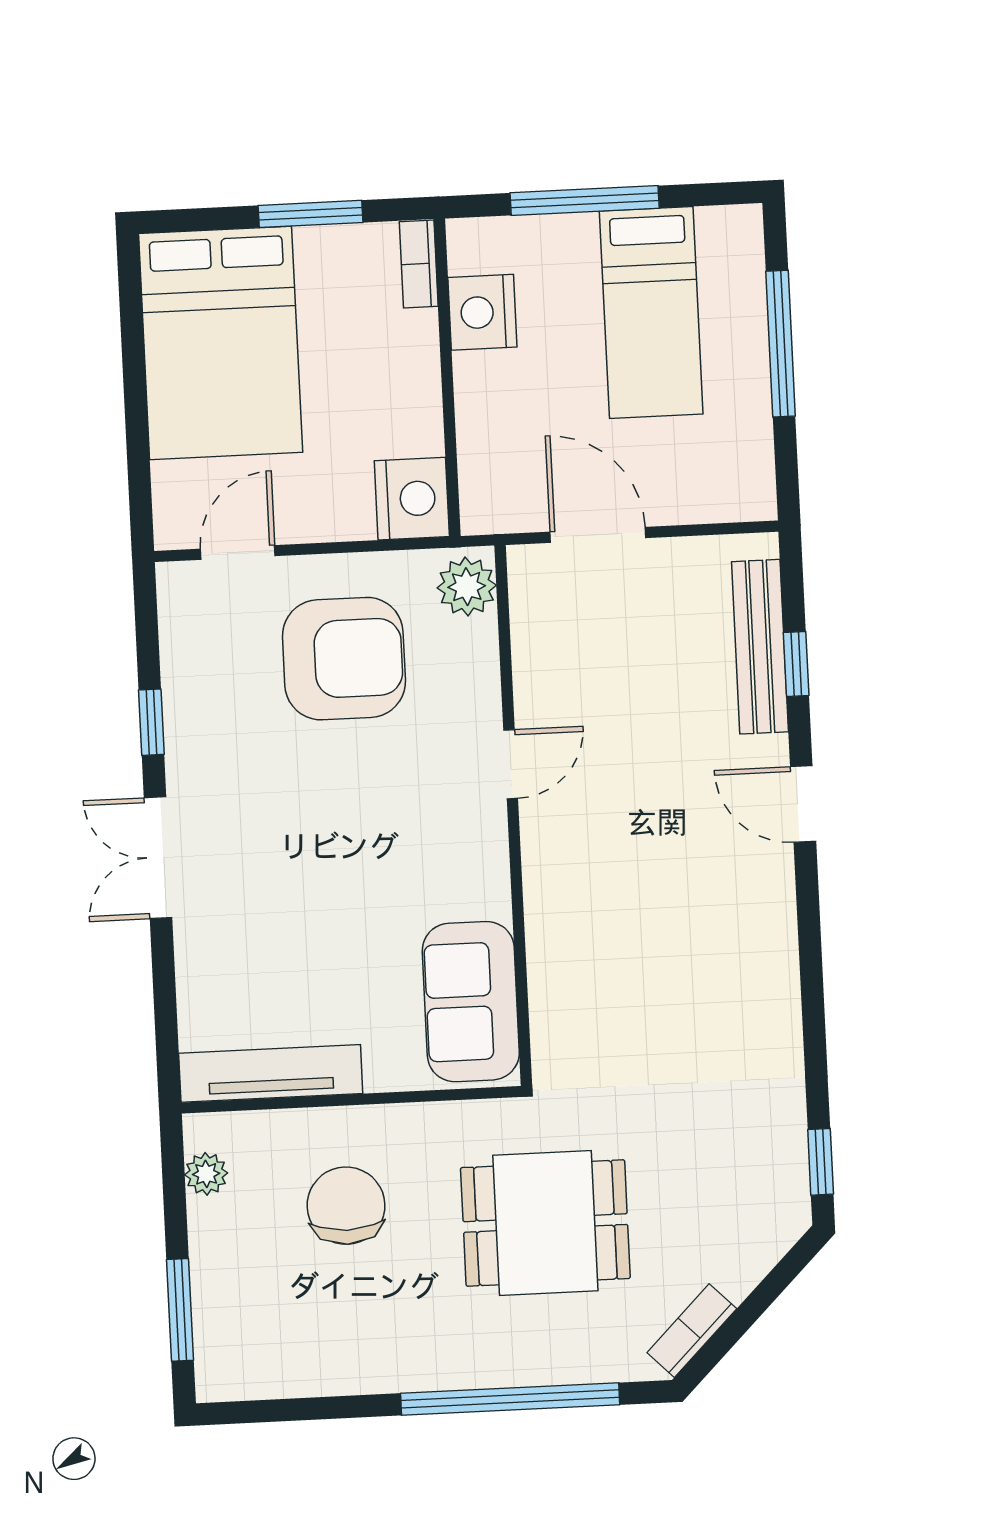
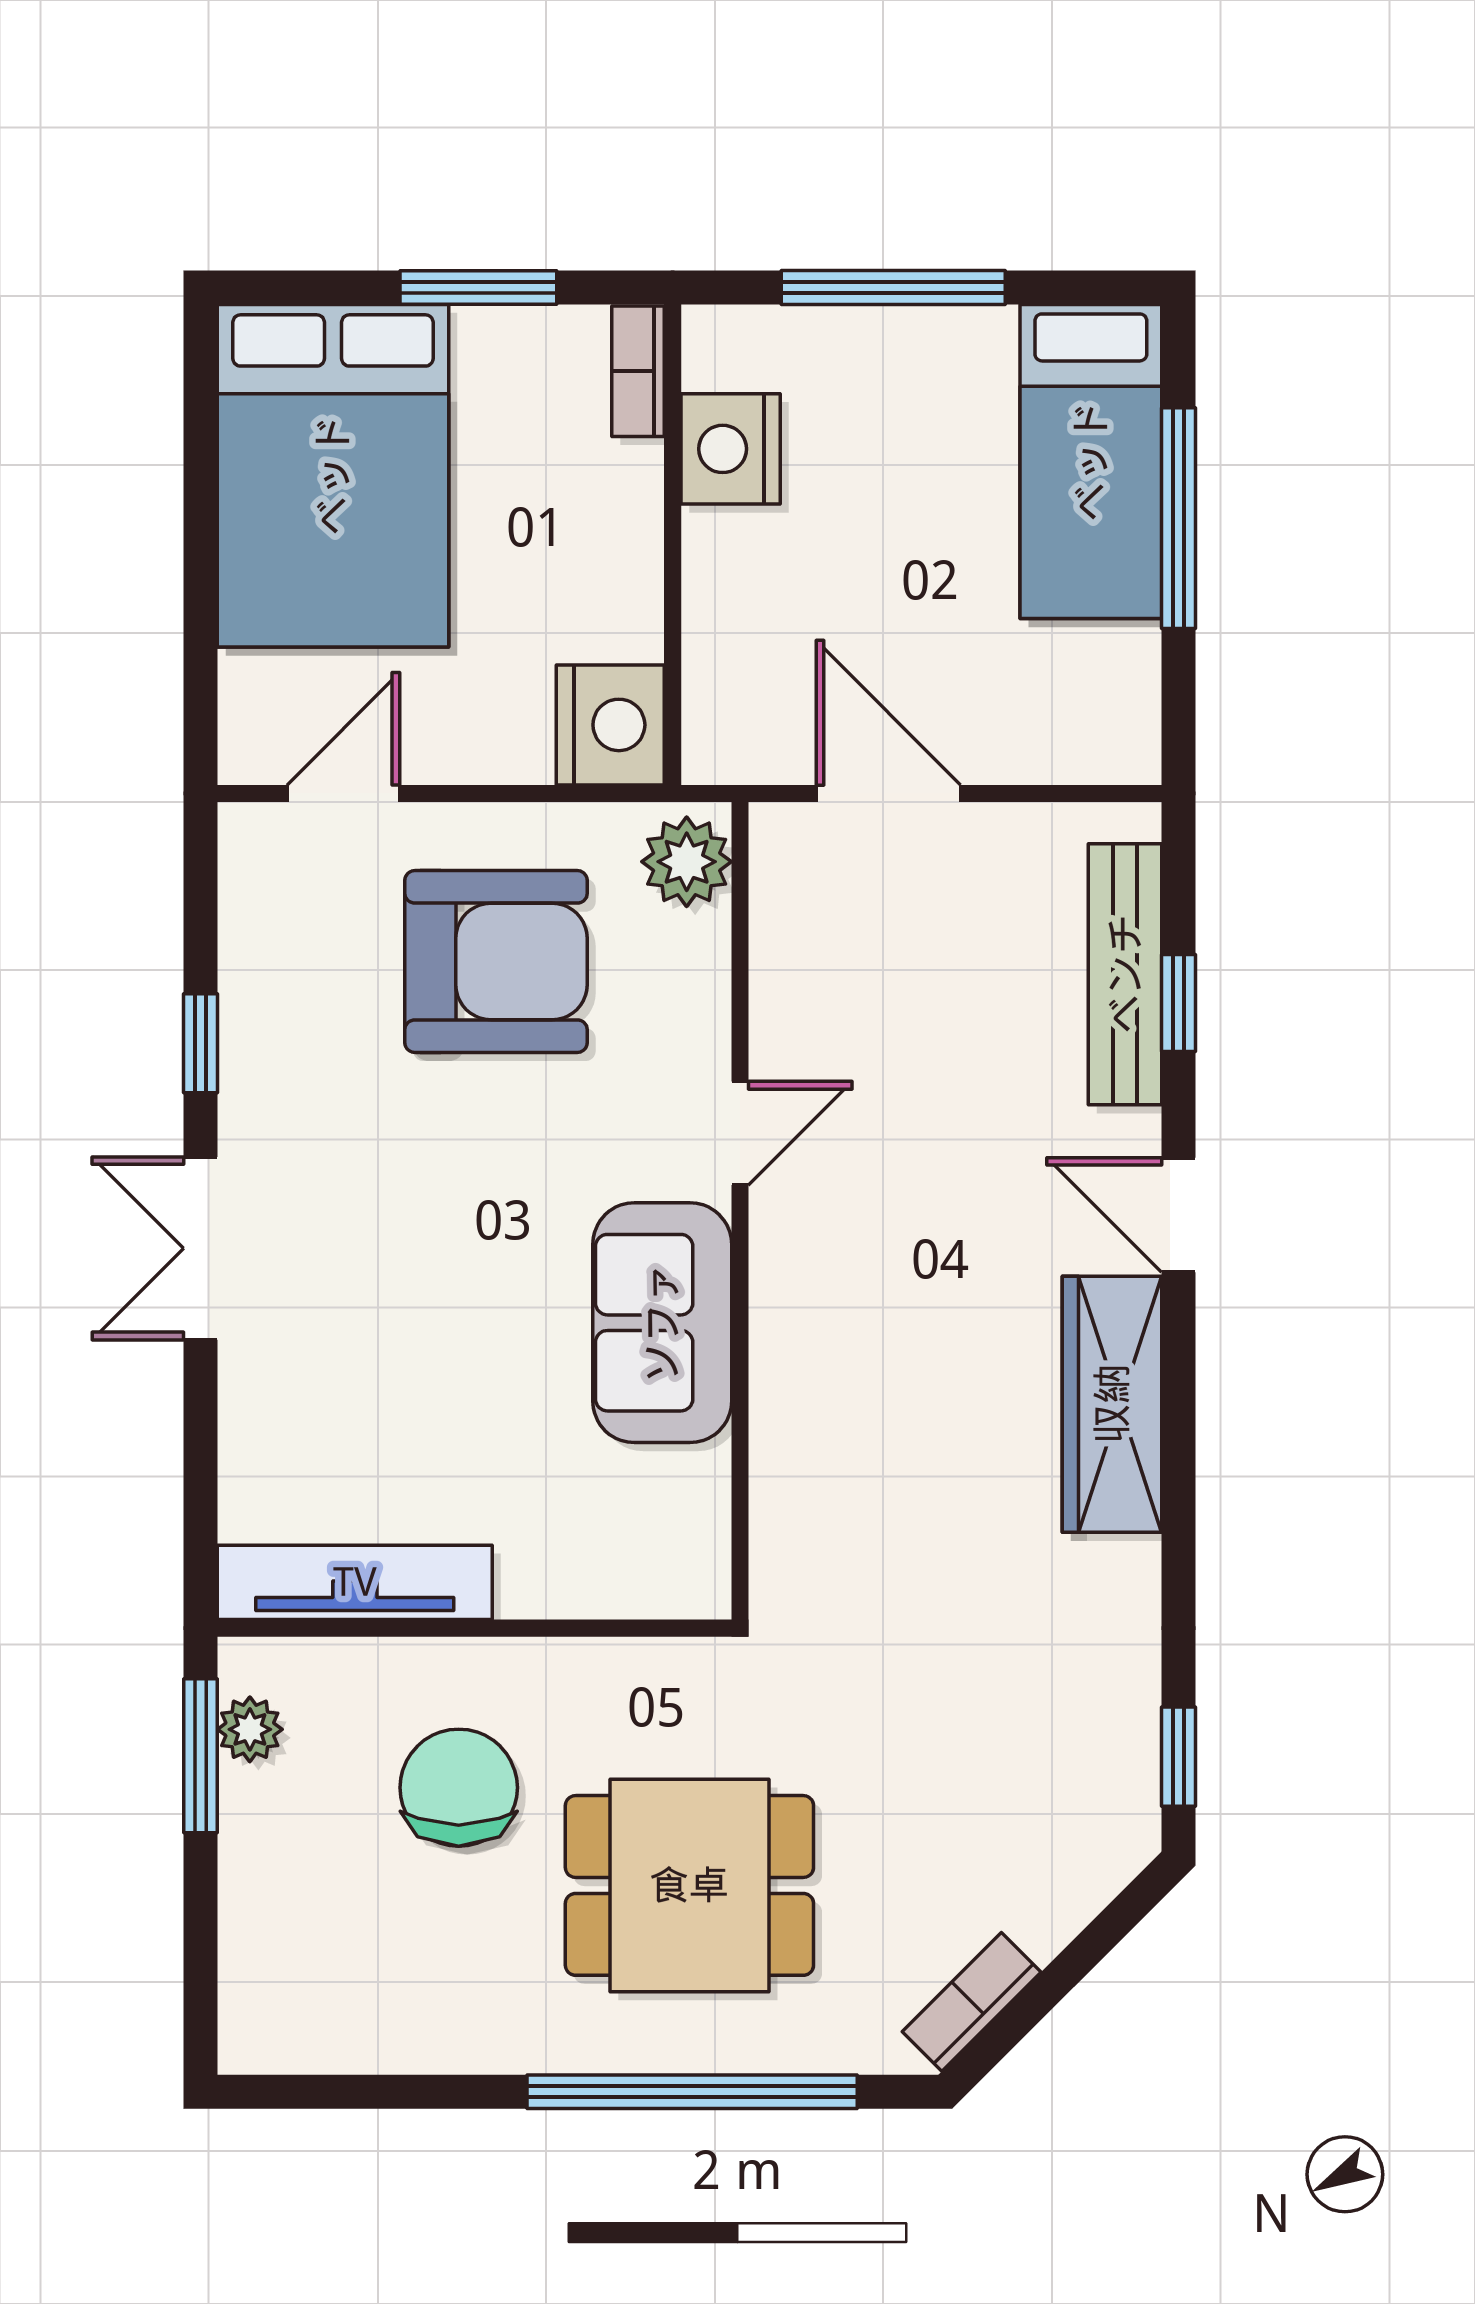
bed: (651, 312) -> (1091, 462), moved
wardrobe: (765, 931) -> (1112, 1404), added
sofa: (471, 1002) -> (662, 1323), moved
dining table: (545, 1223) -> (689, 1885), moved
window: (180, 1310) -> (200, 1756), moved

